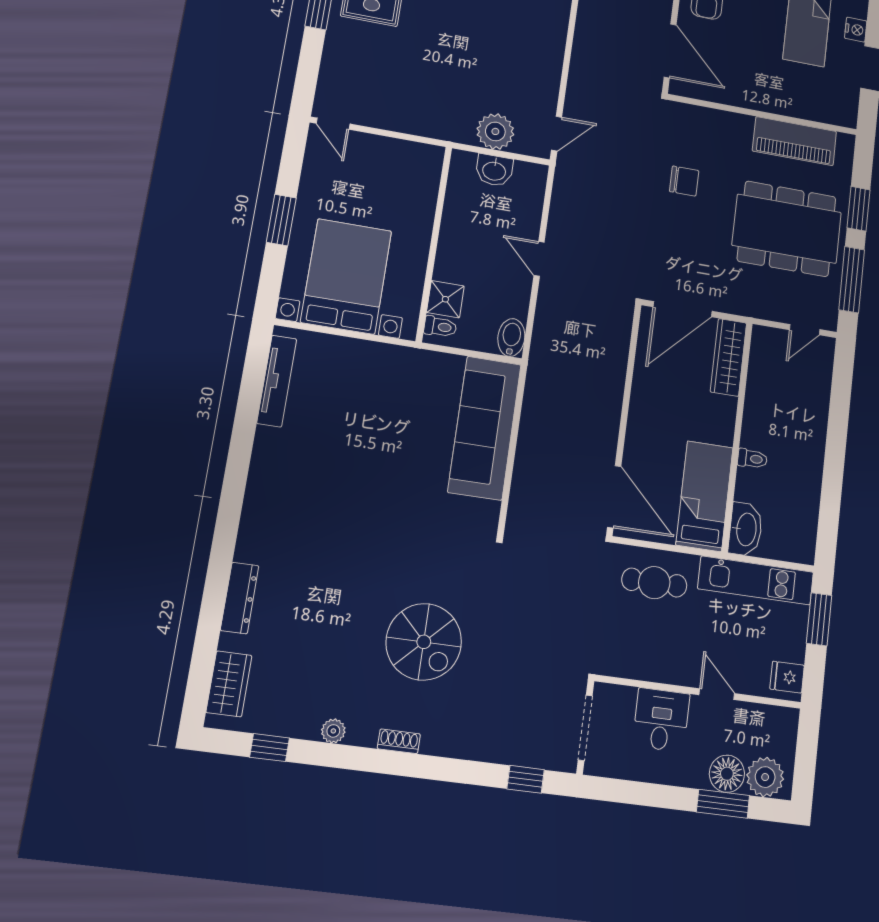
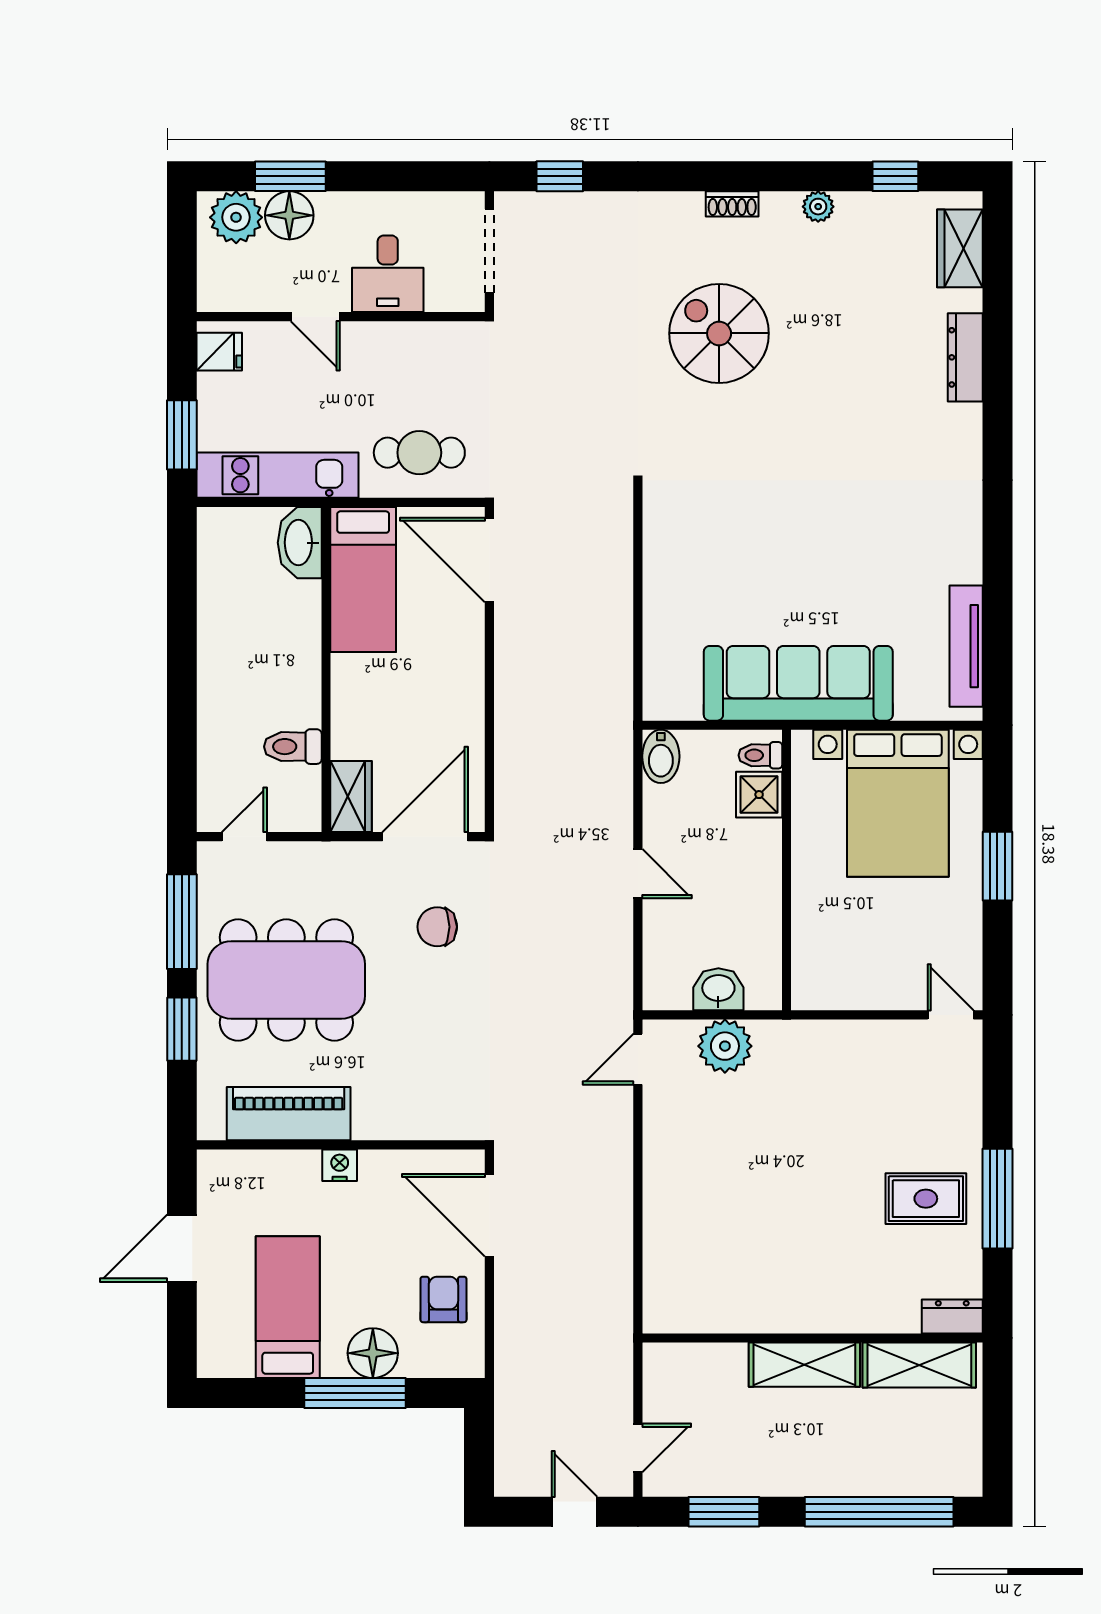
nightstand: (856, 30) -> (340, 1165), moved, turned 90
chair: (684, 181) -> (437, 927), moved
wardrobe: (729, 357) -> (351, 797), width x0.67
sofa: (485, 428) -> (798, 683), moved, turned -90
toilet: (752, 459) -> (293, 747), moved, width x1.37, depth x1.39

